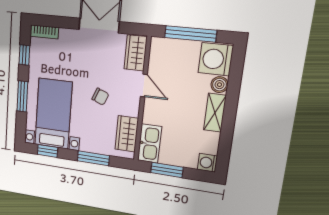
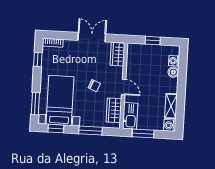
window: (191, 34) -> (153, 41), width x0.46
washing machine: (216, 59) -> (174, 61), width x0.53, depth x0.53
door: (144, 85) -> (124, 87), moved
window: (22, 96) -> (35, 104), moved
shelving: (215, 113) -> (171, 106), moved

